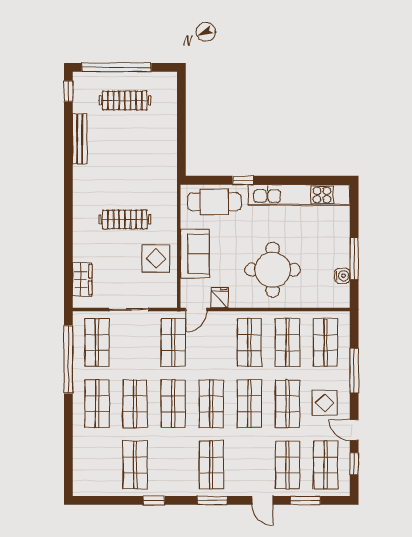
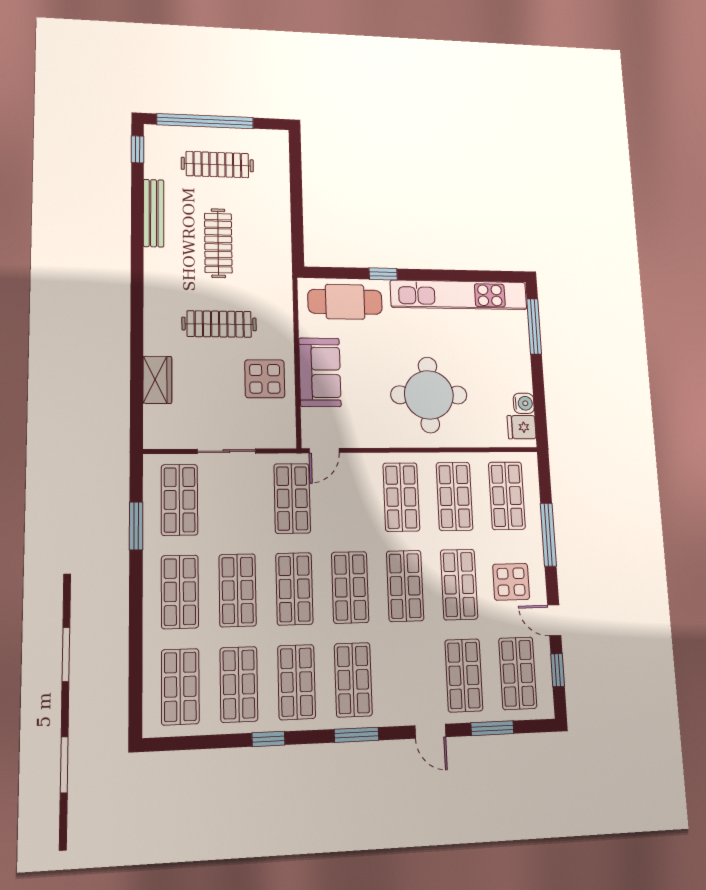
clothes rail: (125, 160) -> (218, 243), added
window: (354, 259) -> (534, 326), moved
wardrobe: (82, 279) -> (157, 380), moved
fridge: (220, 298) -> (522, 427), moved, turned -90
window: (68, 360) -> (136, 526), width x0.47
shop shelf: (97, 465) -> (180, 687), added
shop shelf: (173, 465) -> (297, 682), added

